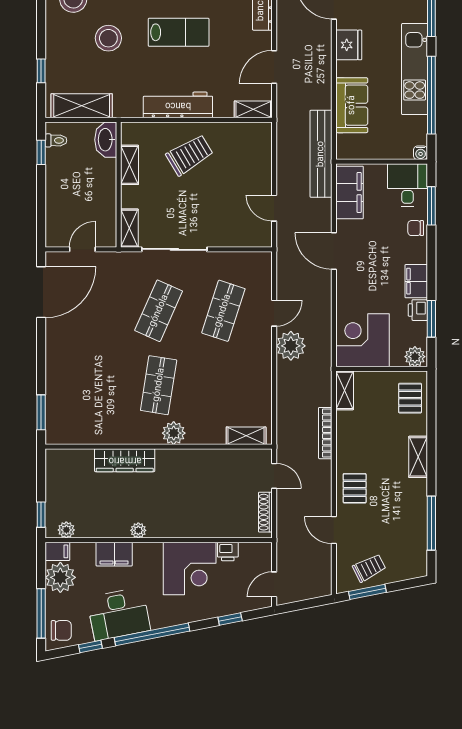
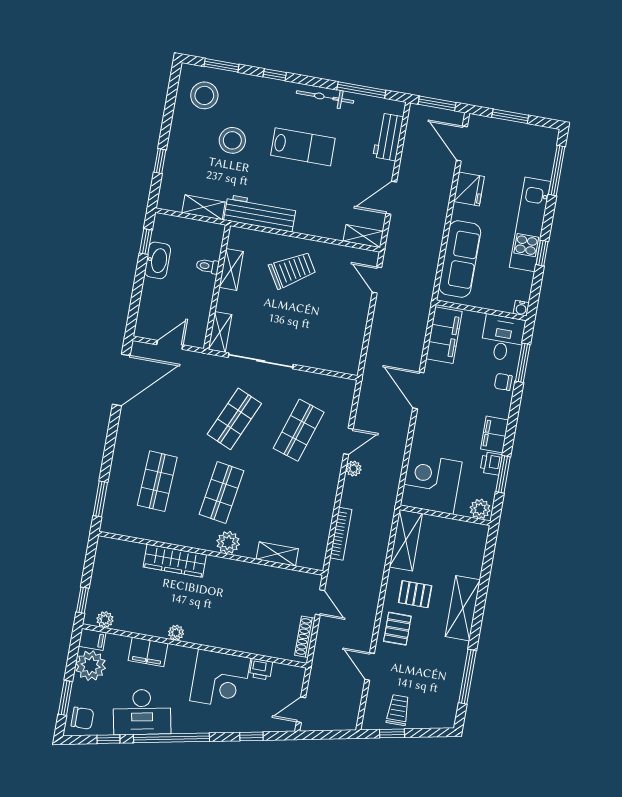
window: (431, 95) -> (542, 253), width x0.32
workbench: (178, 105) -> (260, 213), moved
sofa: (352, 105) -> (460, 259), width x1.36
shelving: (82, 106) -> (204, 207), width x0.67, depth x0.75
toilet: (56, 140) -> (208, 266), moved, turned 180
washbasin: (106, 140) -> (158, 260), moved, turned 180
bench: (321, 154) -> (423, 292), removed
door: (274, 208) -> (377, 280), moved
plant: (291, 346) -> (354, 469), width x0.53, depth x0.53
shop shelf: (94, 385) -> (157, 481), added
shelving: (345, 390) -> (406, 540), width x1.50, depth x1.33
pallet: (410, 398) -> (415, 594), moved, turned 90
bookcase: (325, 433) -> (341, 534), moved, turned 180
shelving: (246, 436) -> (277, 554), moved
shelving: (418, 457) -> (463, 608), width x1.50, depth x1.33
trolley: (369, 568) -> (398, 710), turned -63
window: (367, 592) -> (392, 733), width x0.67
window: (41, 613) -> (65, 698), width x0.69

